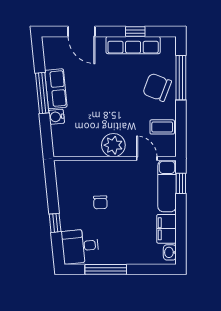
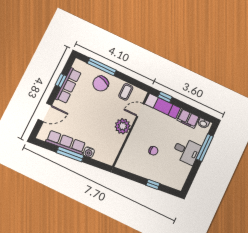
row of seats: (56, 89) -> (66, 142), width x1.48
desk: (80, 246) -> (186, 151), moved, turned -84
window: (106, 269) -> (205, 148), moved

